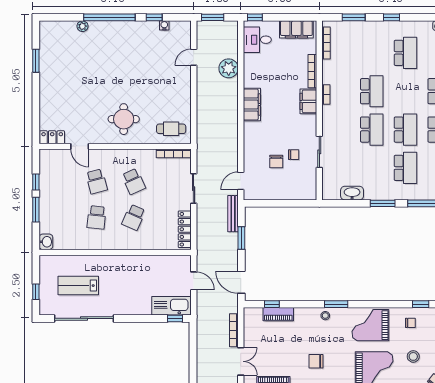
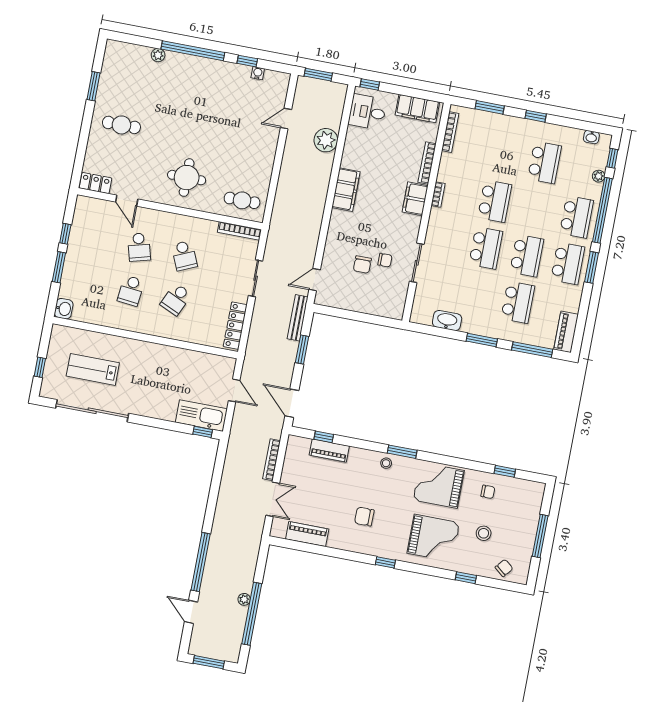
cafe table: (64, 87) -> (121, 125), added

